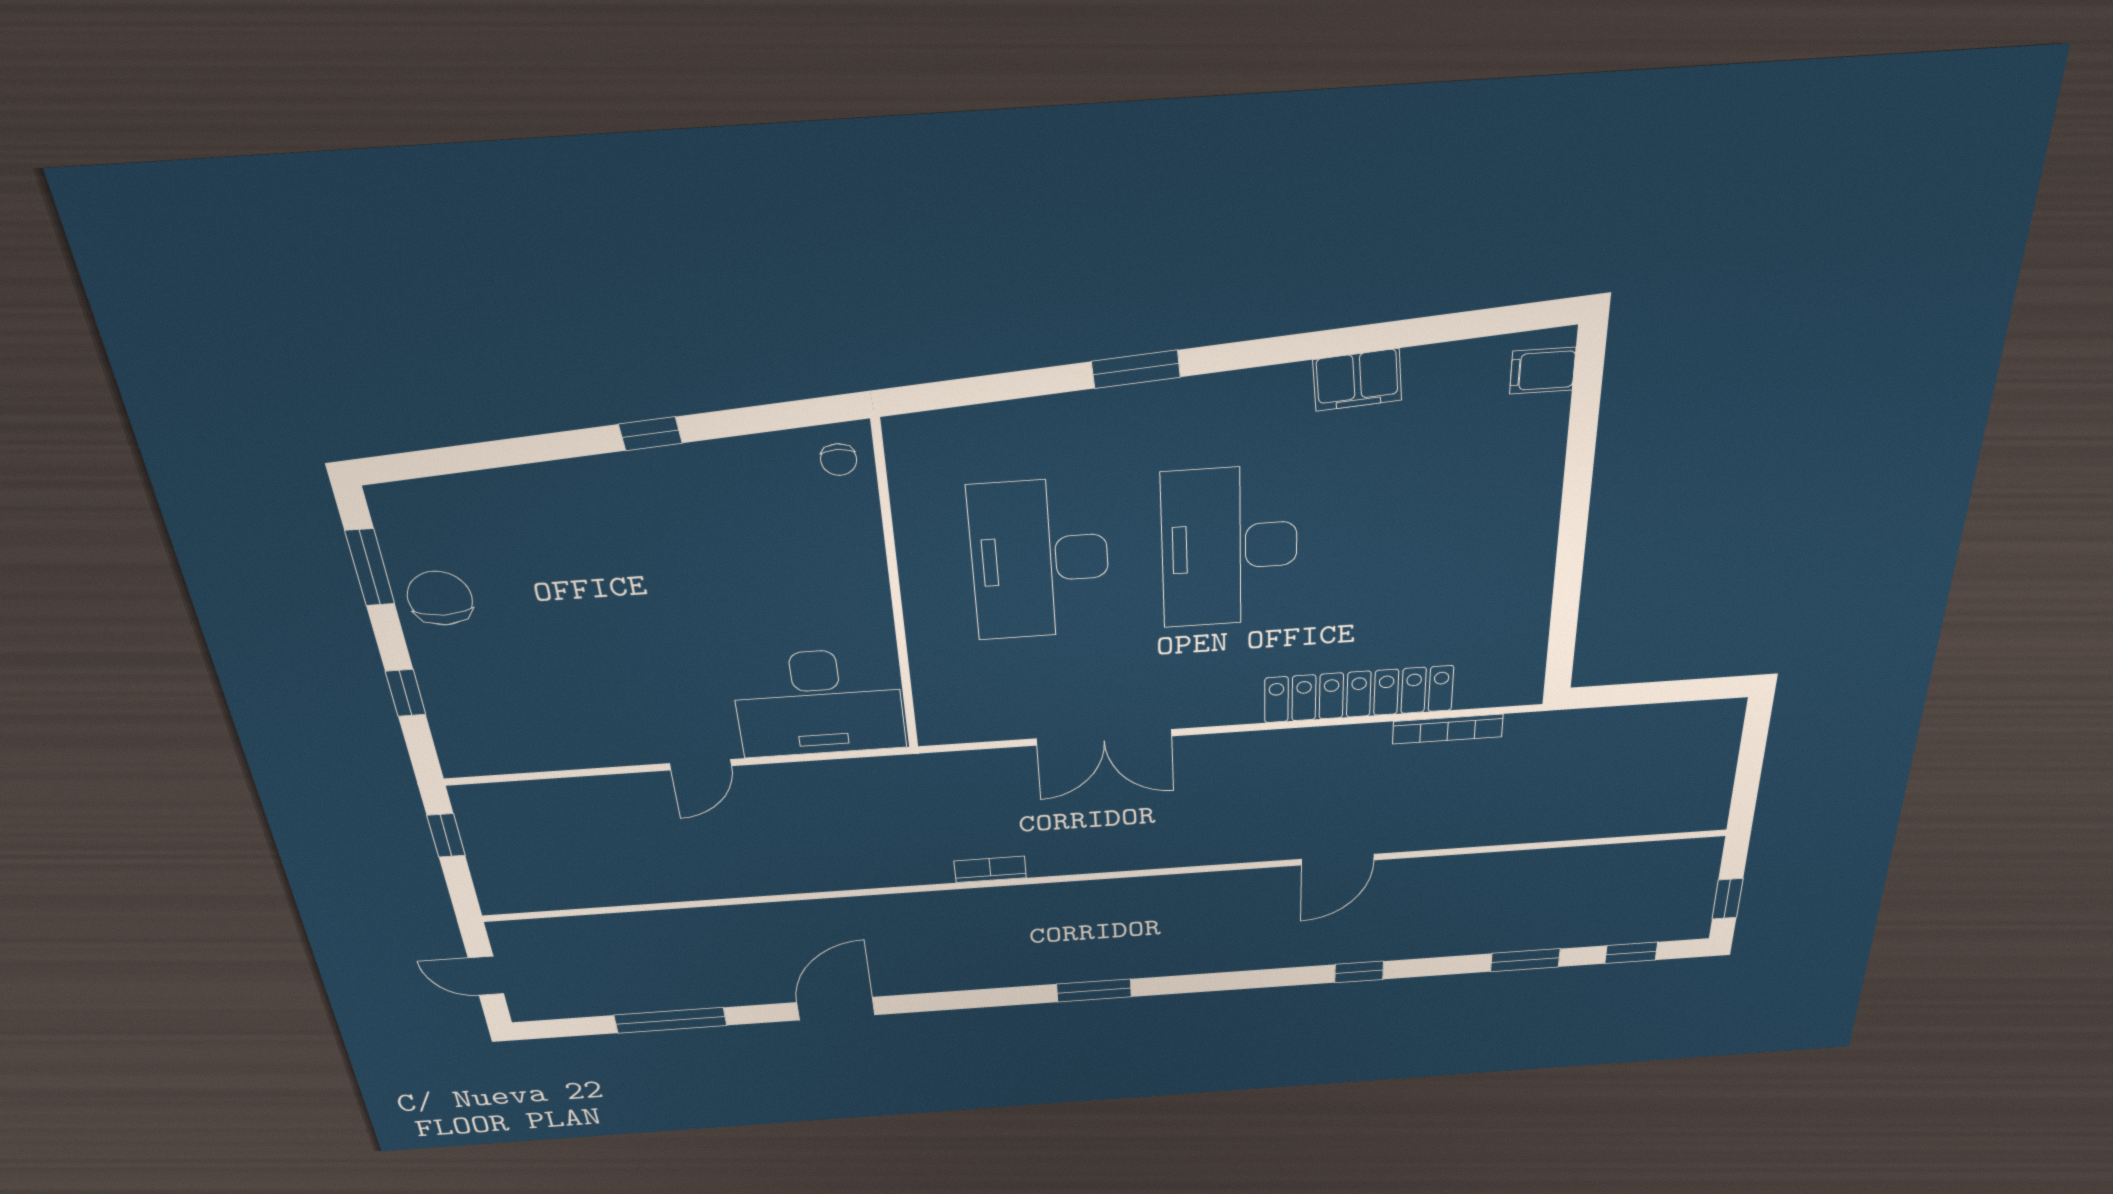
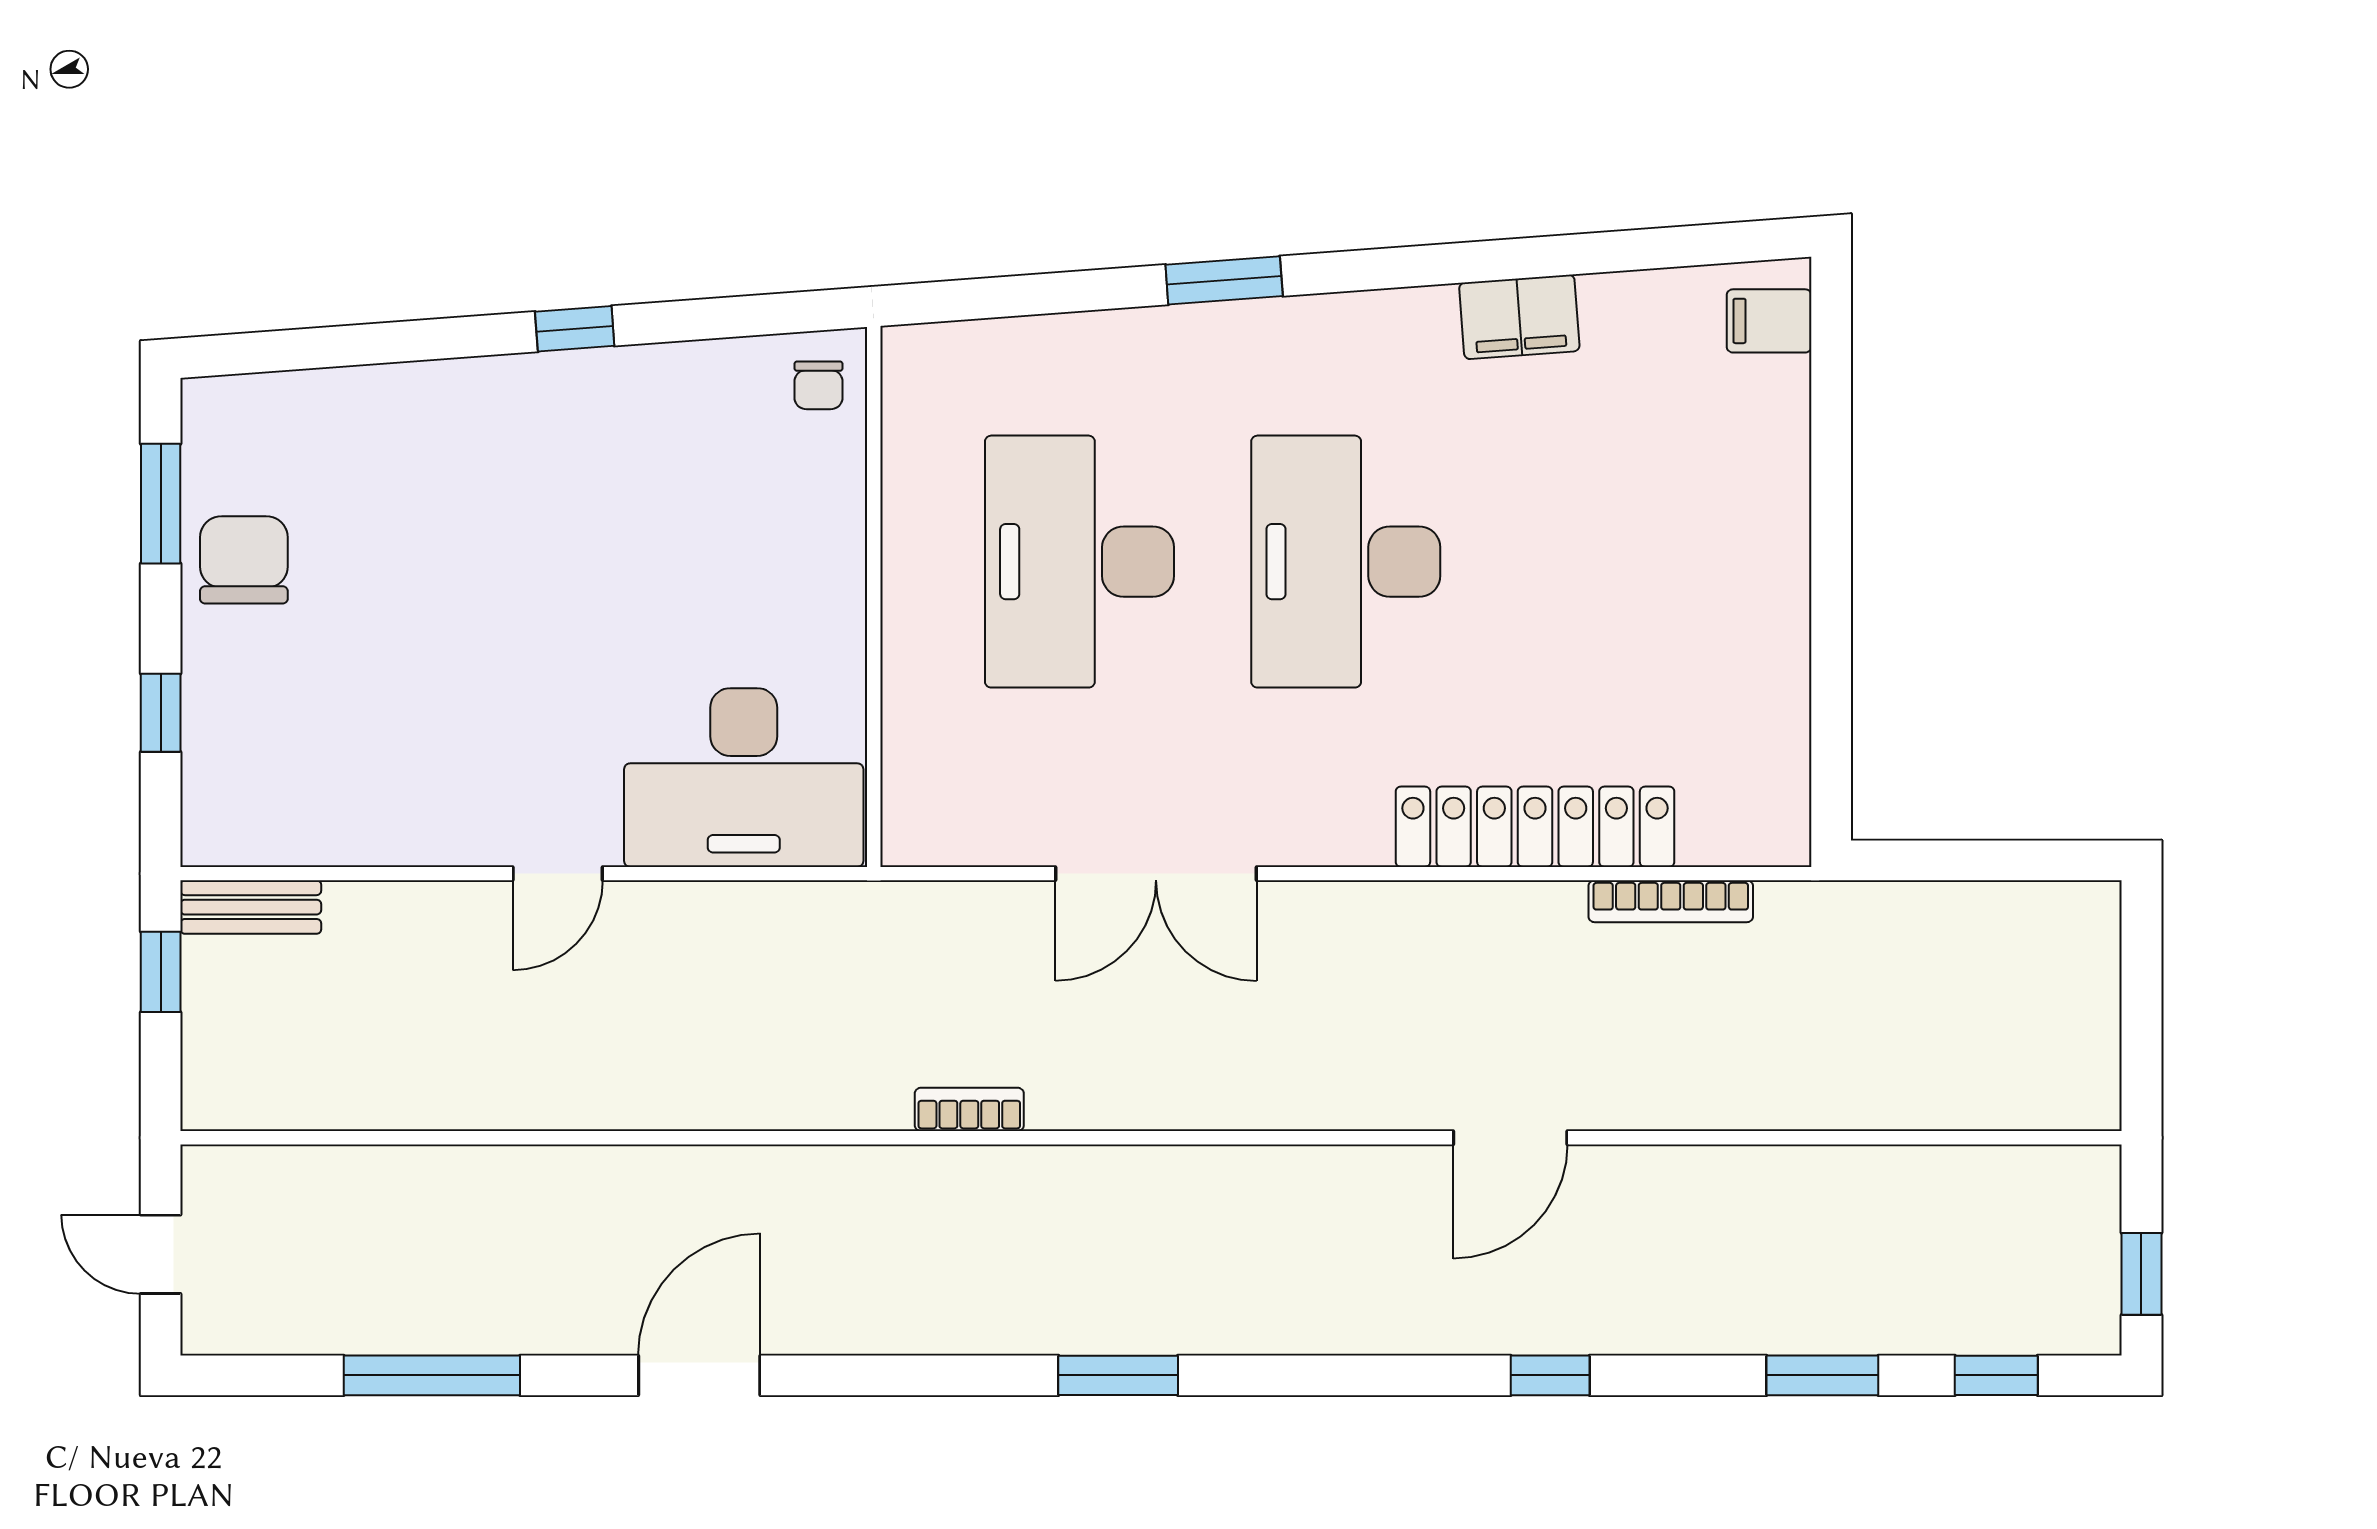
bench: (497, 797) -> (251, 907), added

